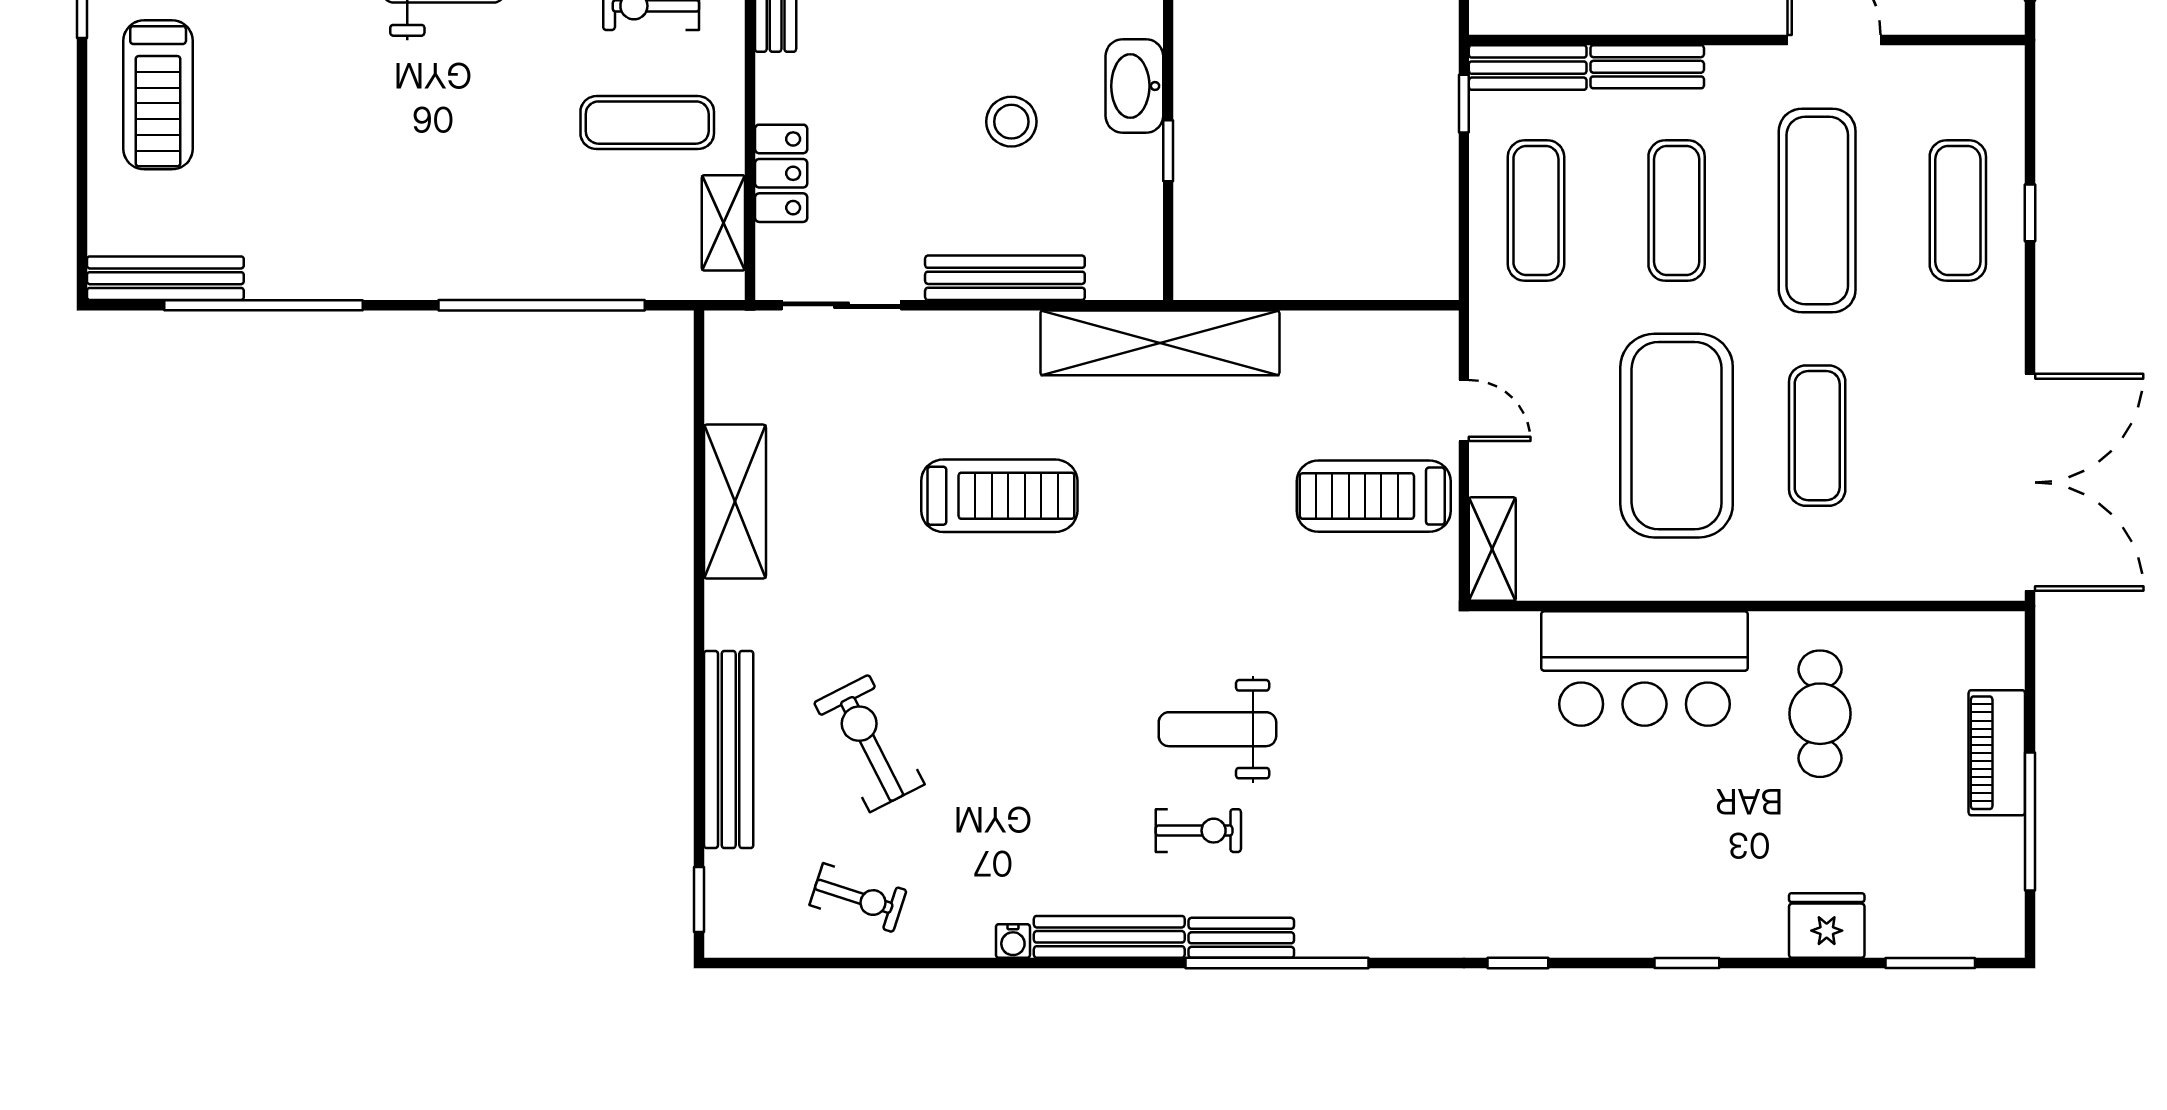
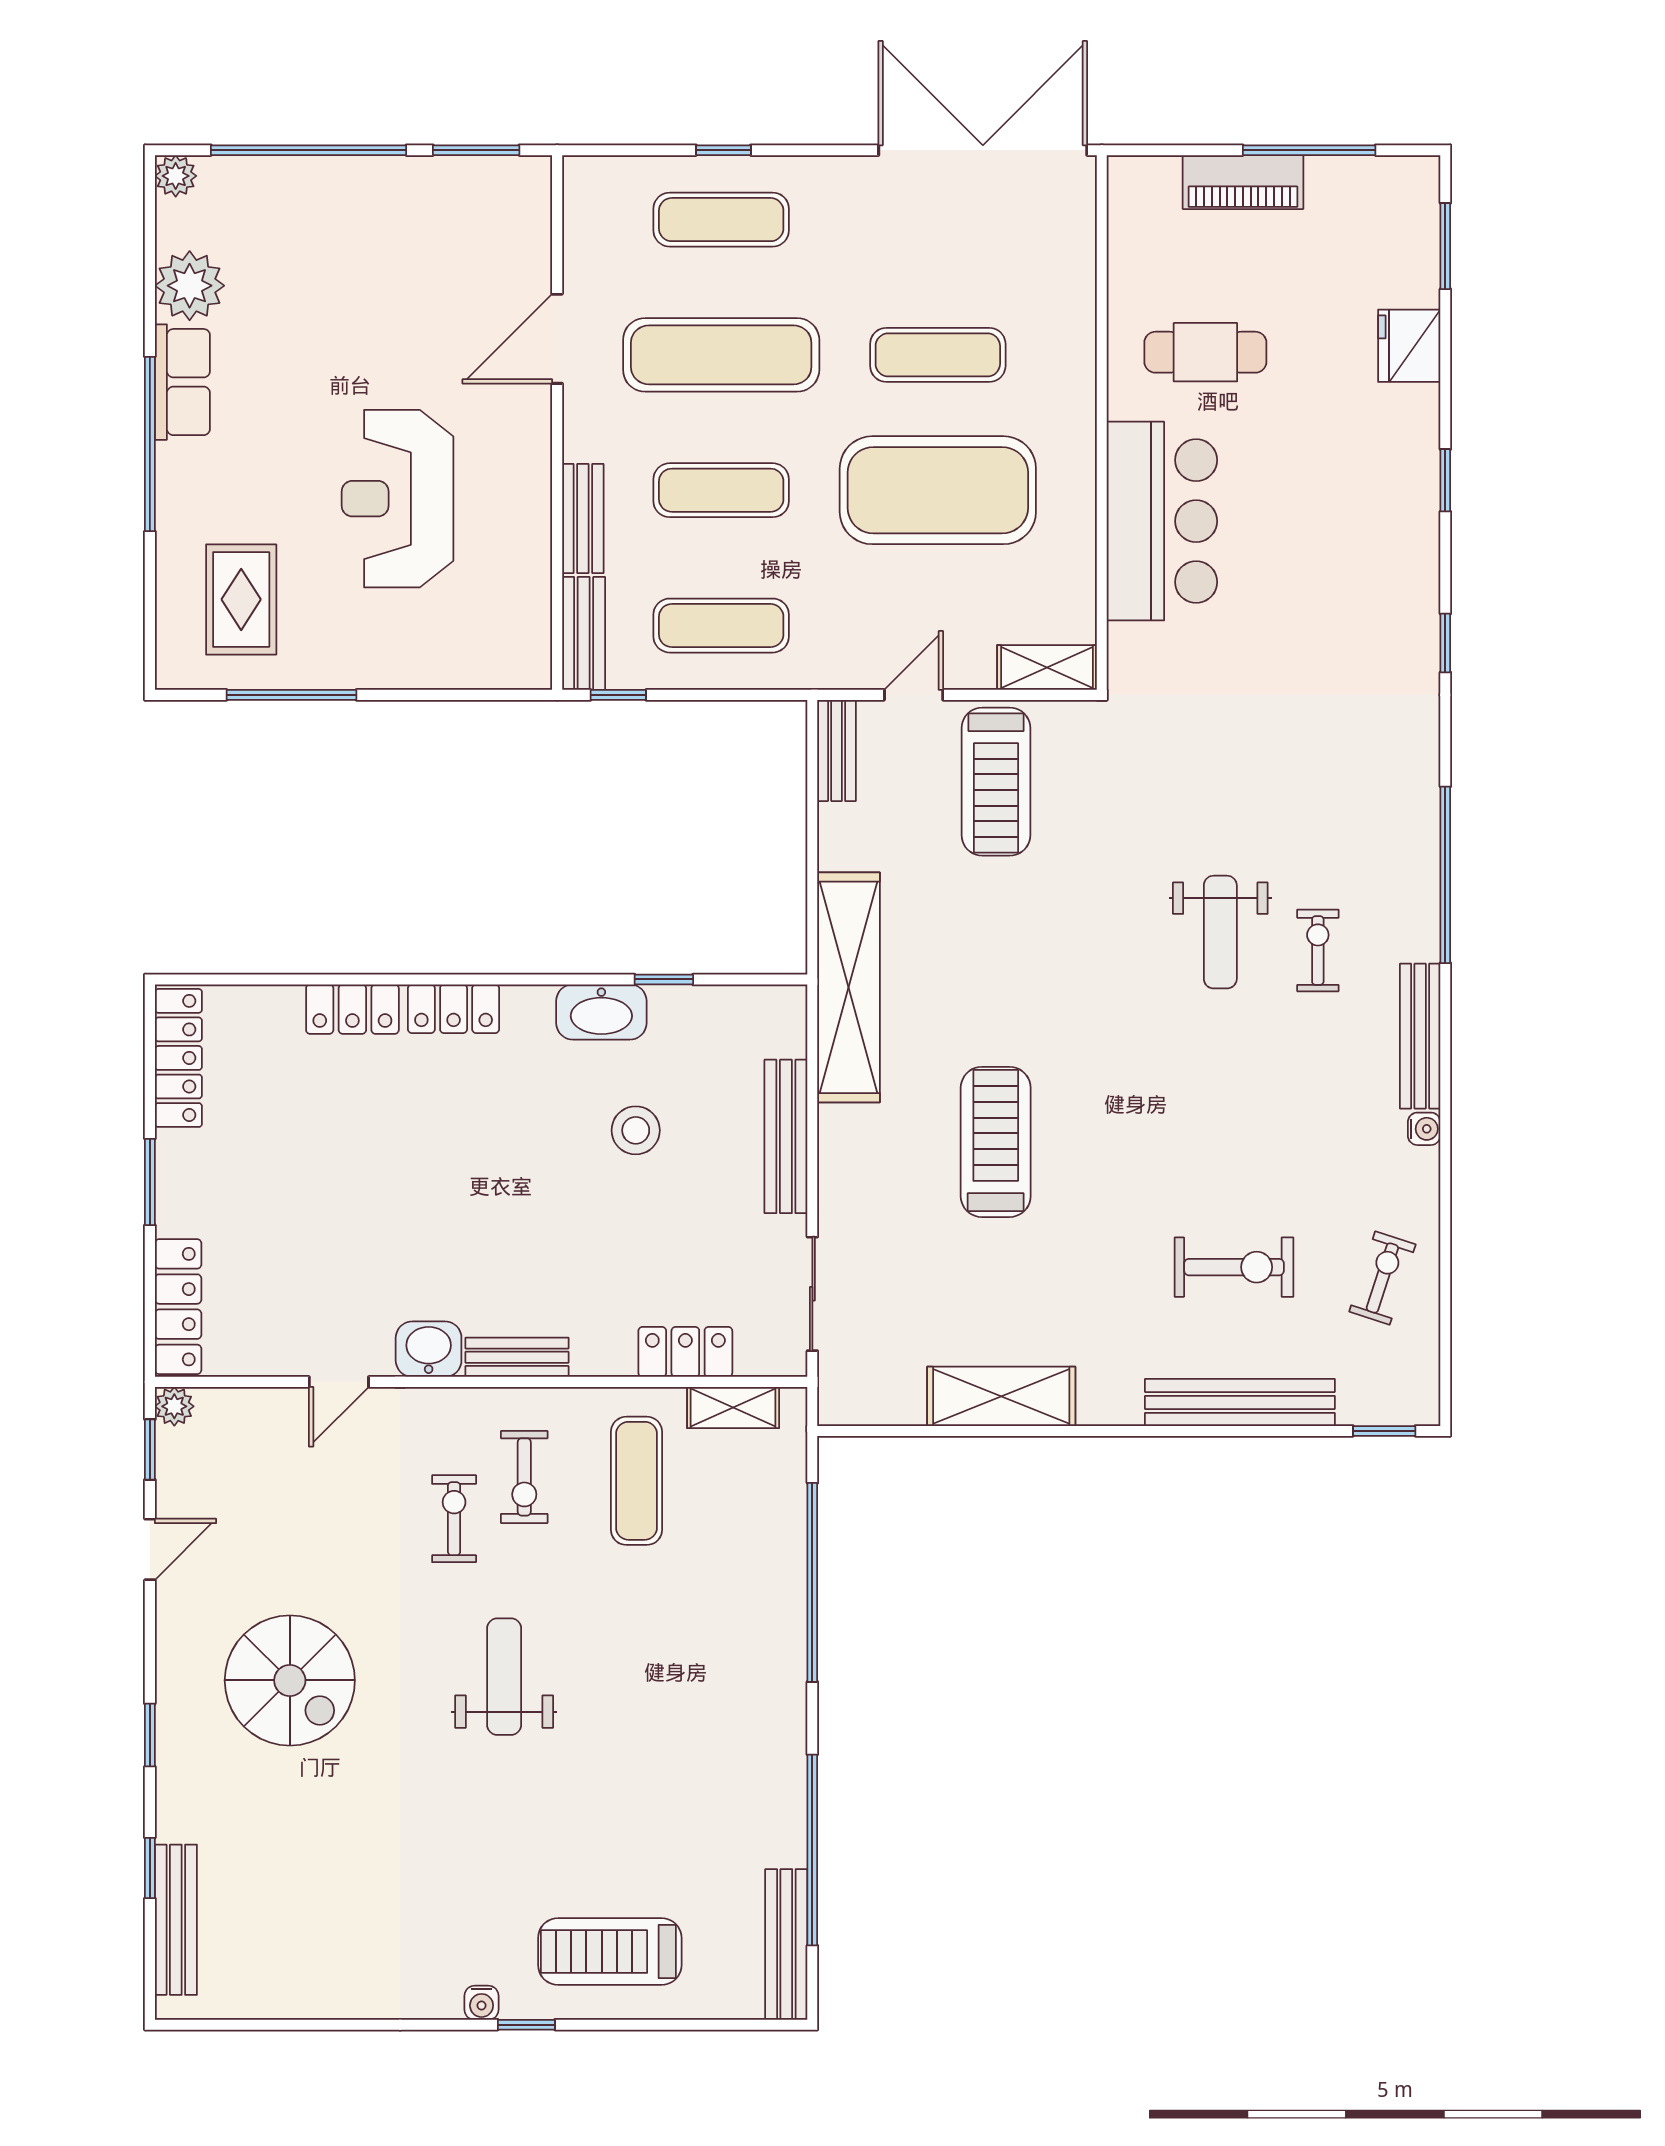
treadmill: (158, 95) -> (610, 1952), turned 180
exercise bike: (869, 743) -> (1234, 1267), turned -153
bench: (1241, 938) -> (837, 750), moved

